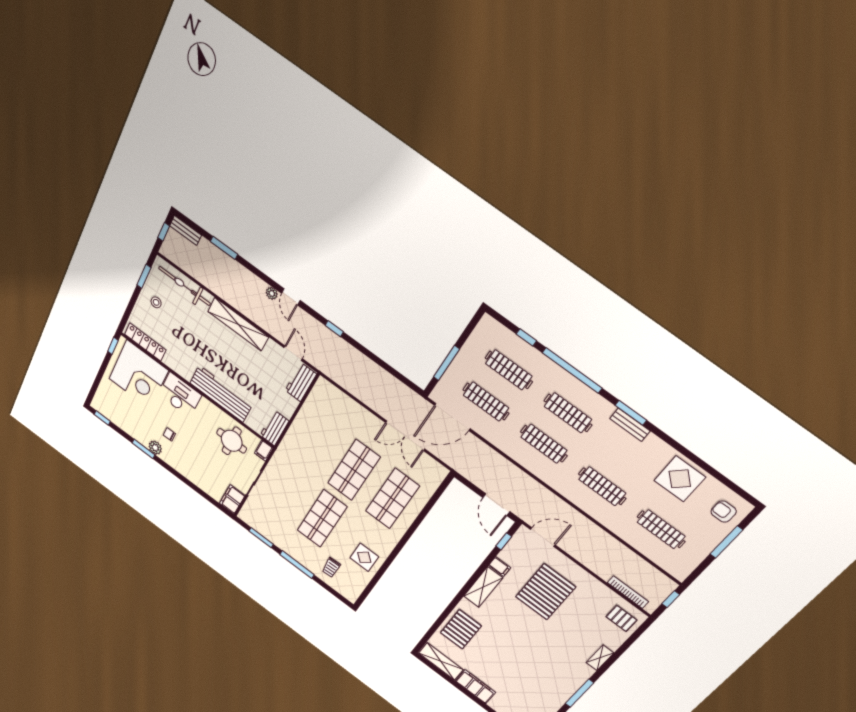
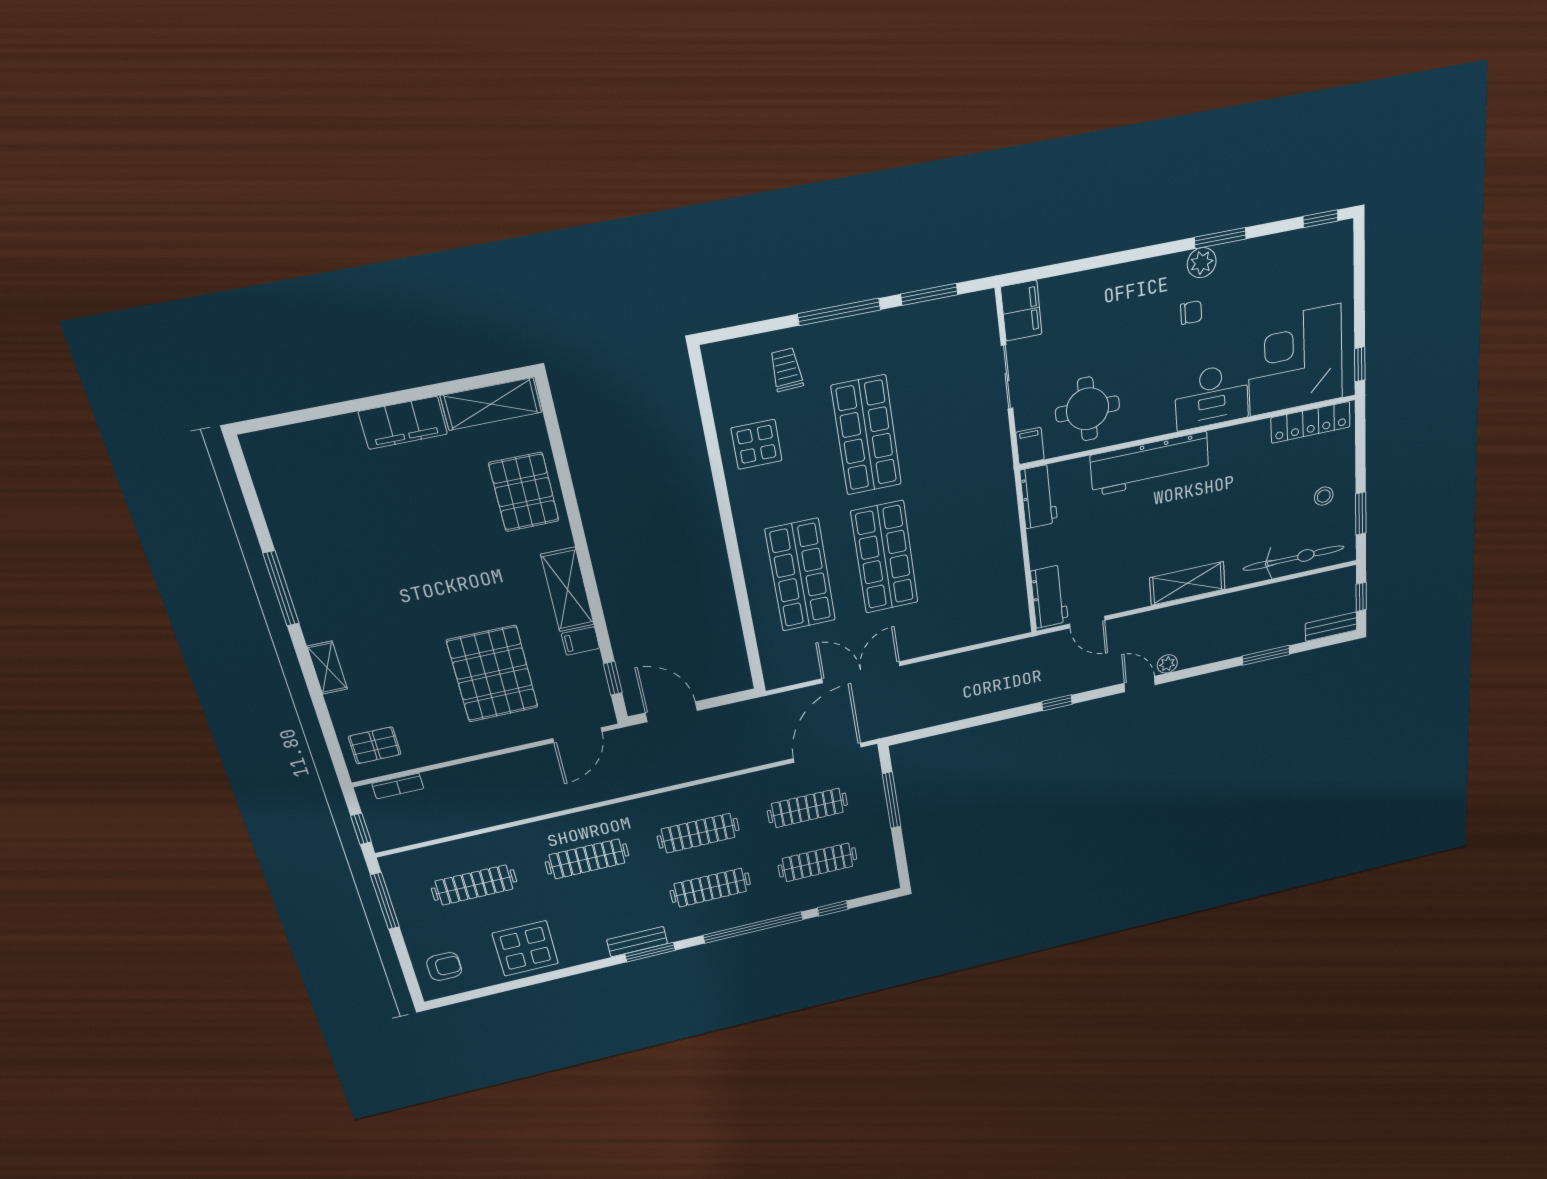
shelving: (238, 324) -> (1187, 583), width x0.68
window: (726, 542) -> (385, 901), moved
bookcase: (628, 592) -> (398, 786), width x0.64

